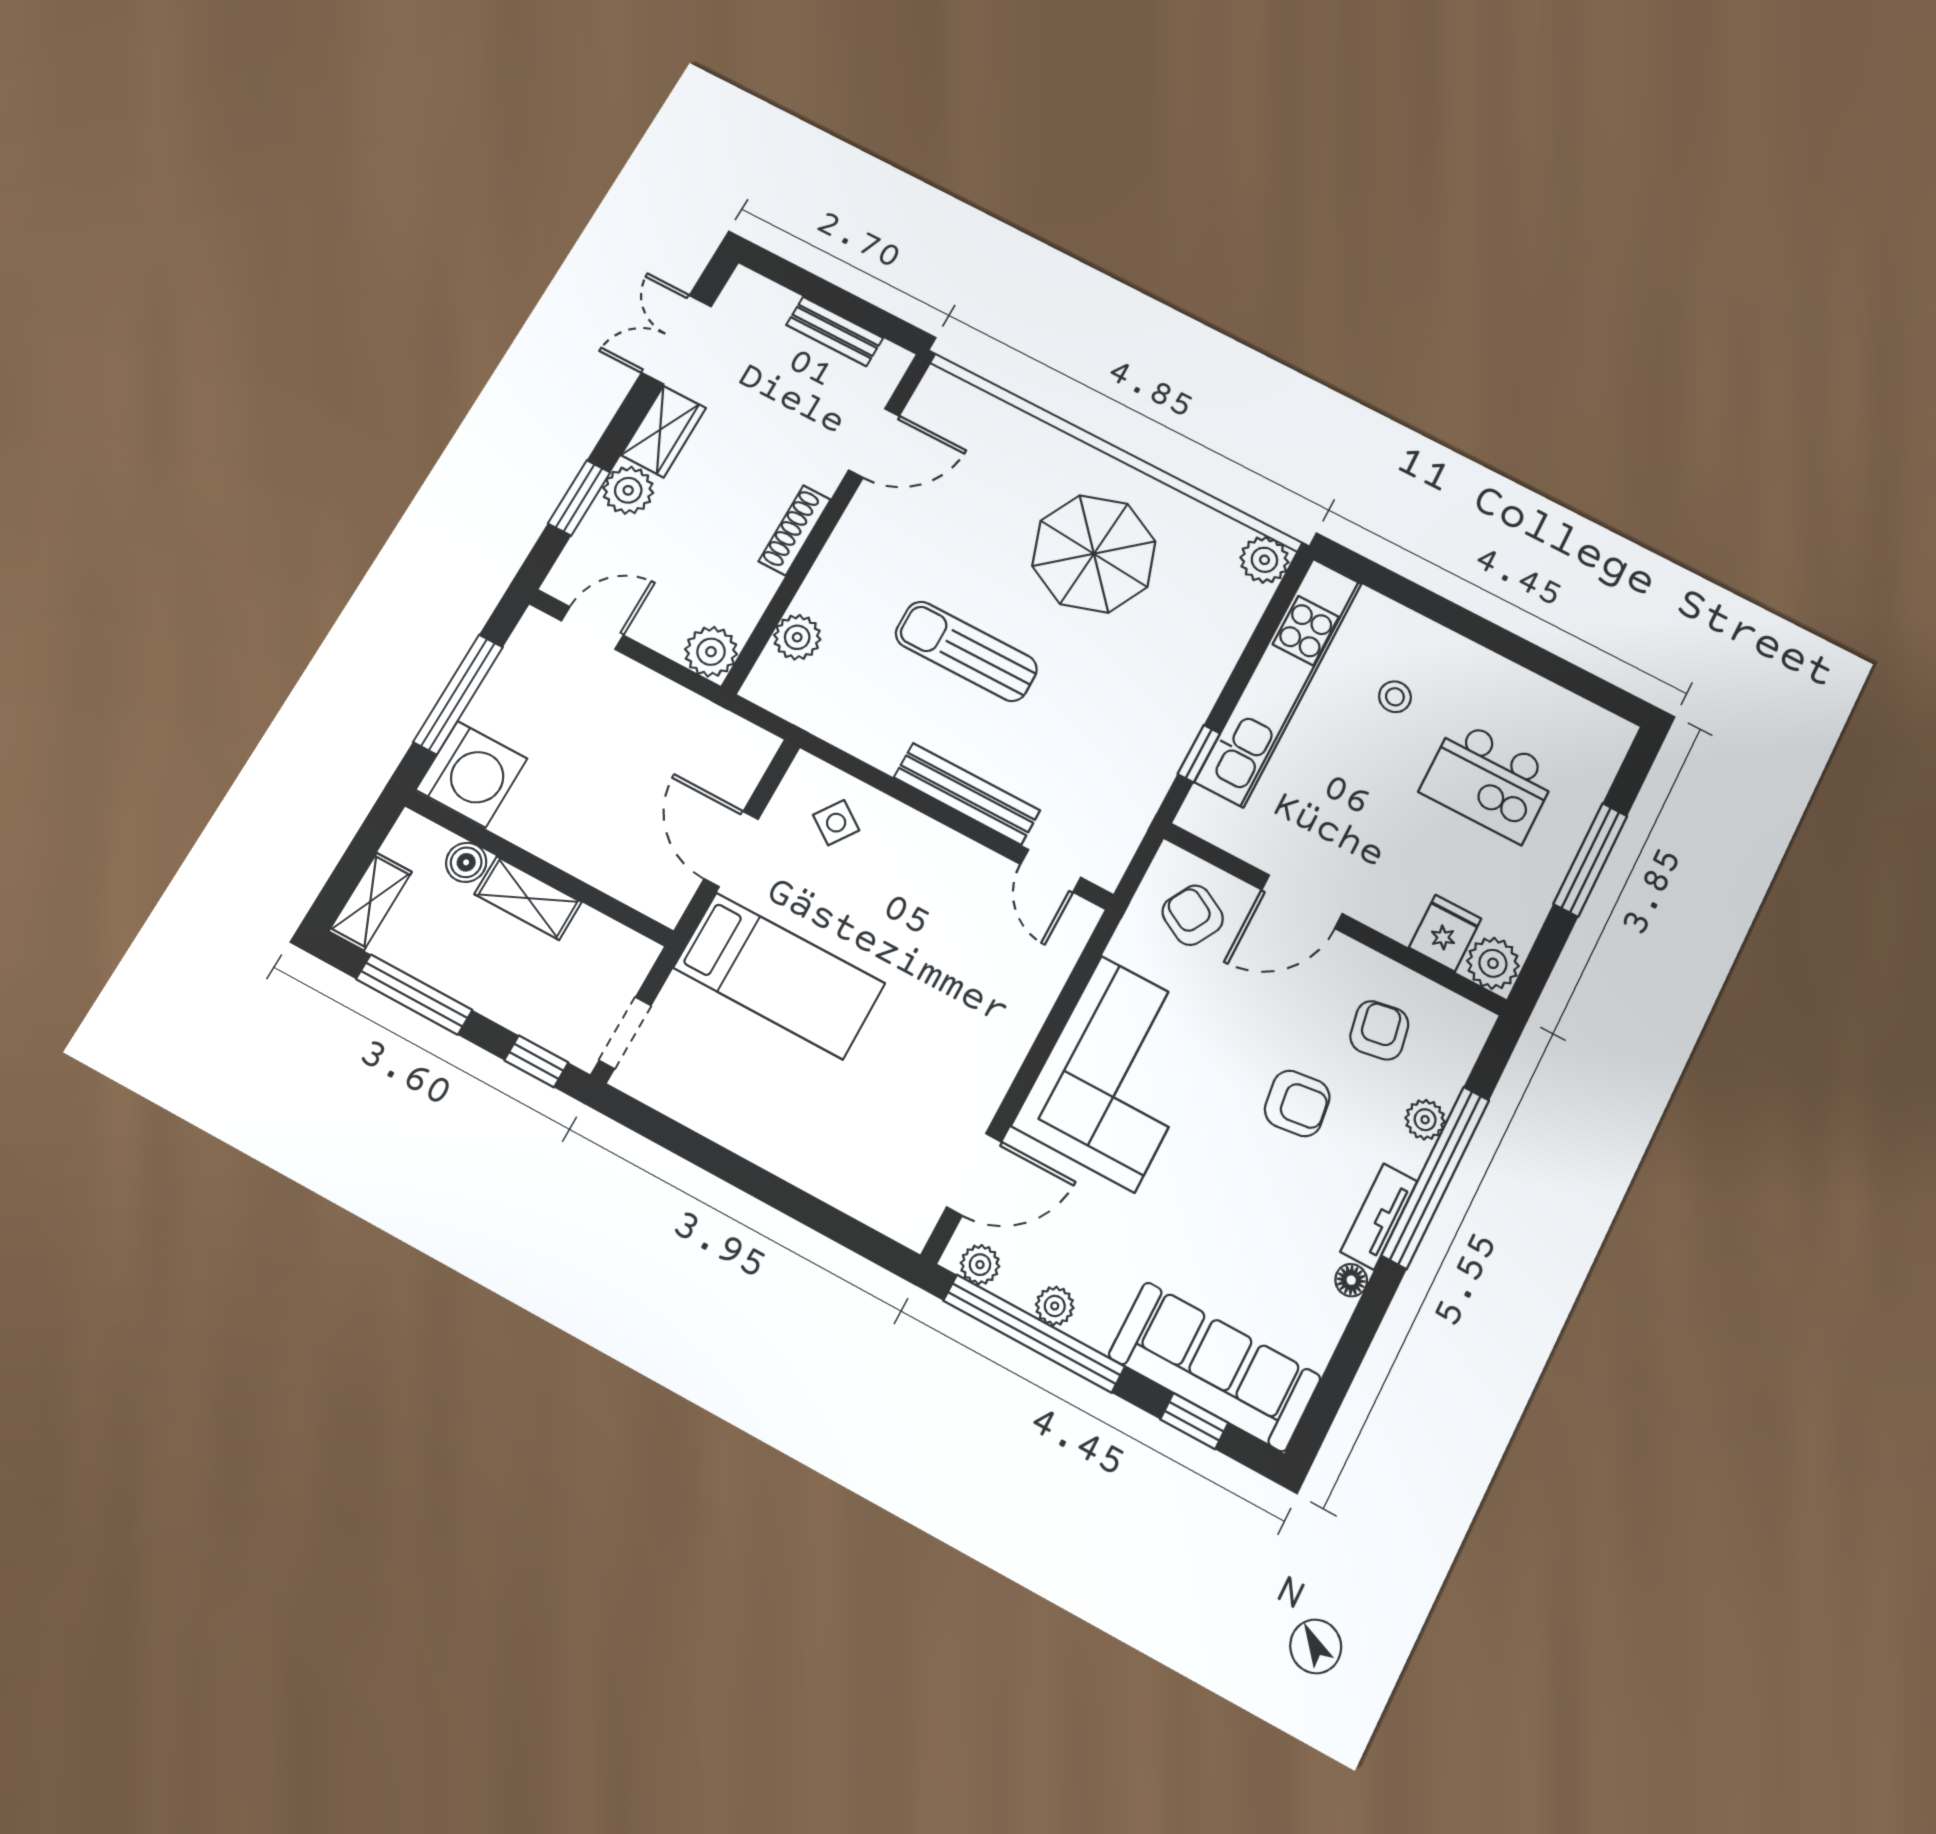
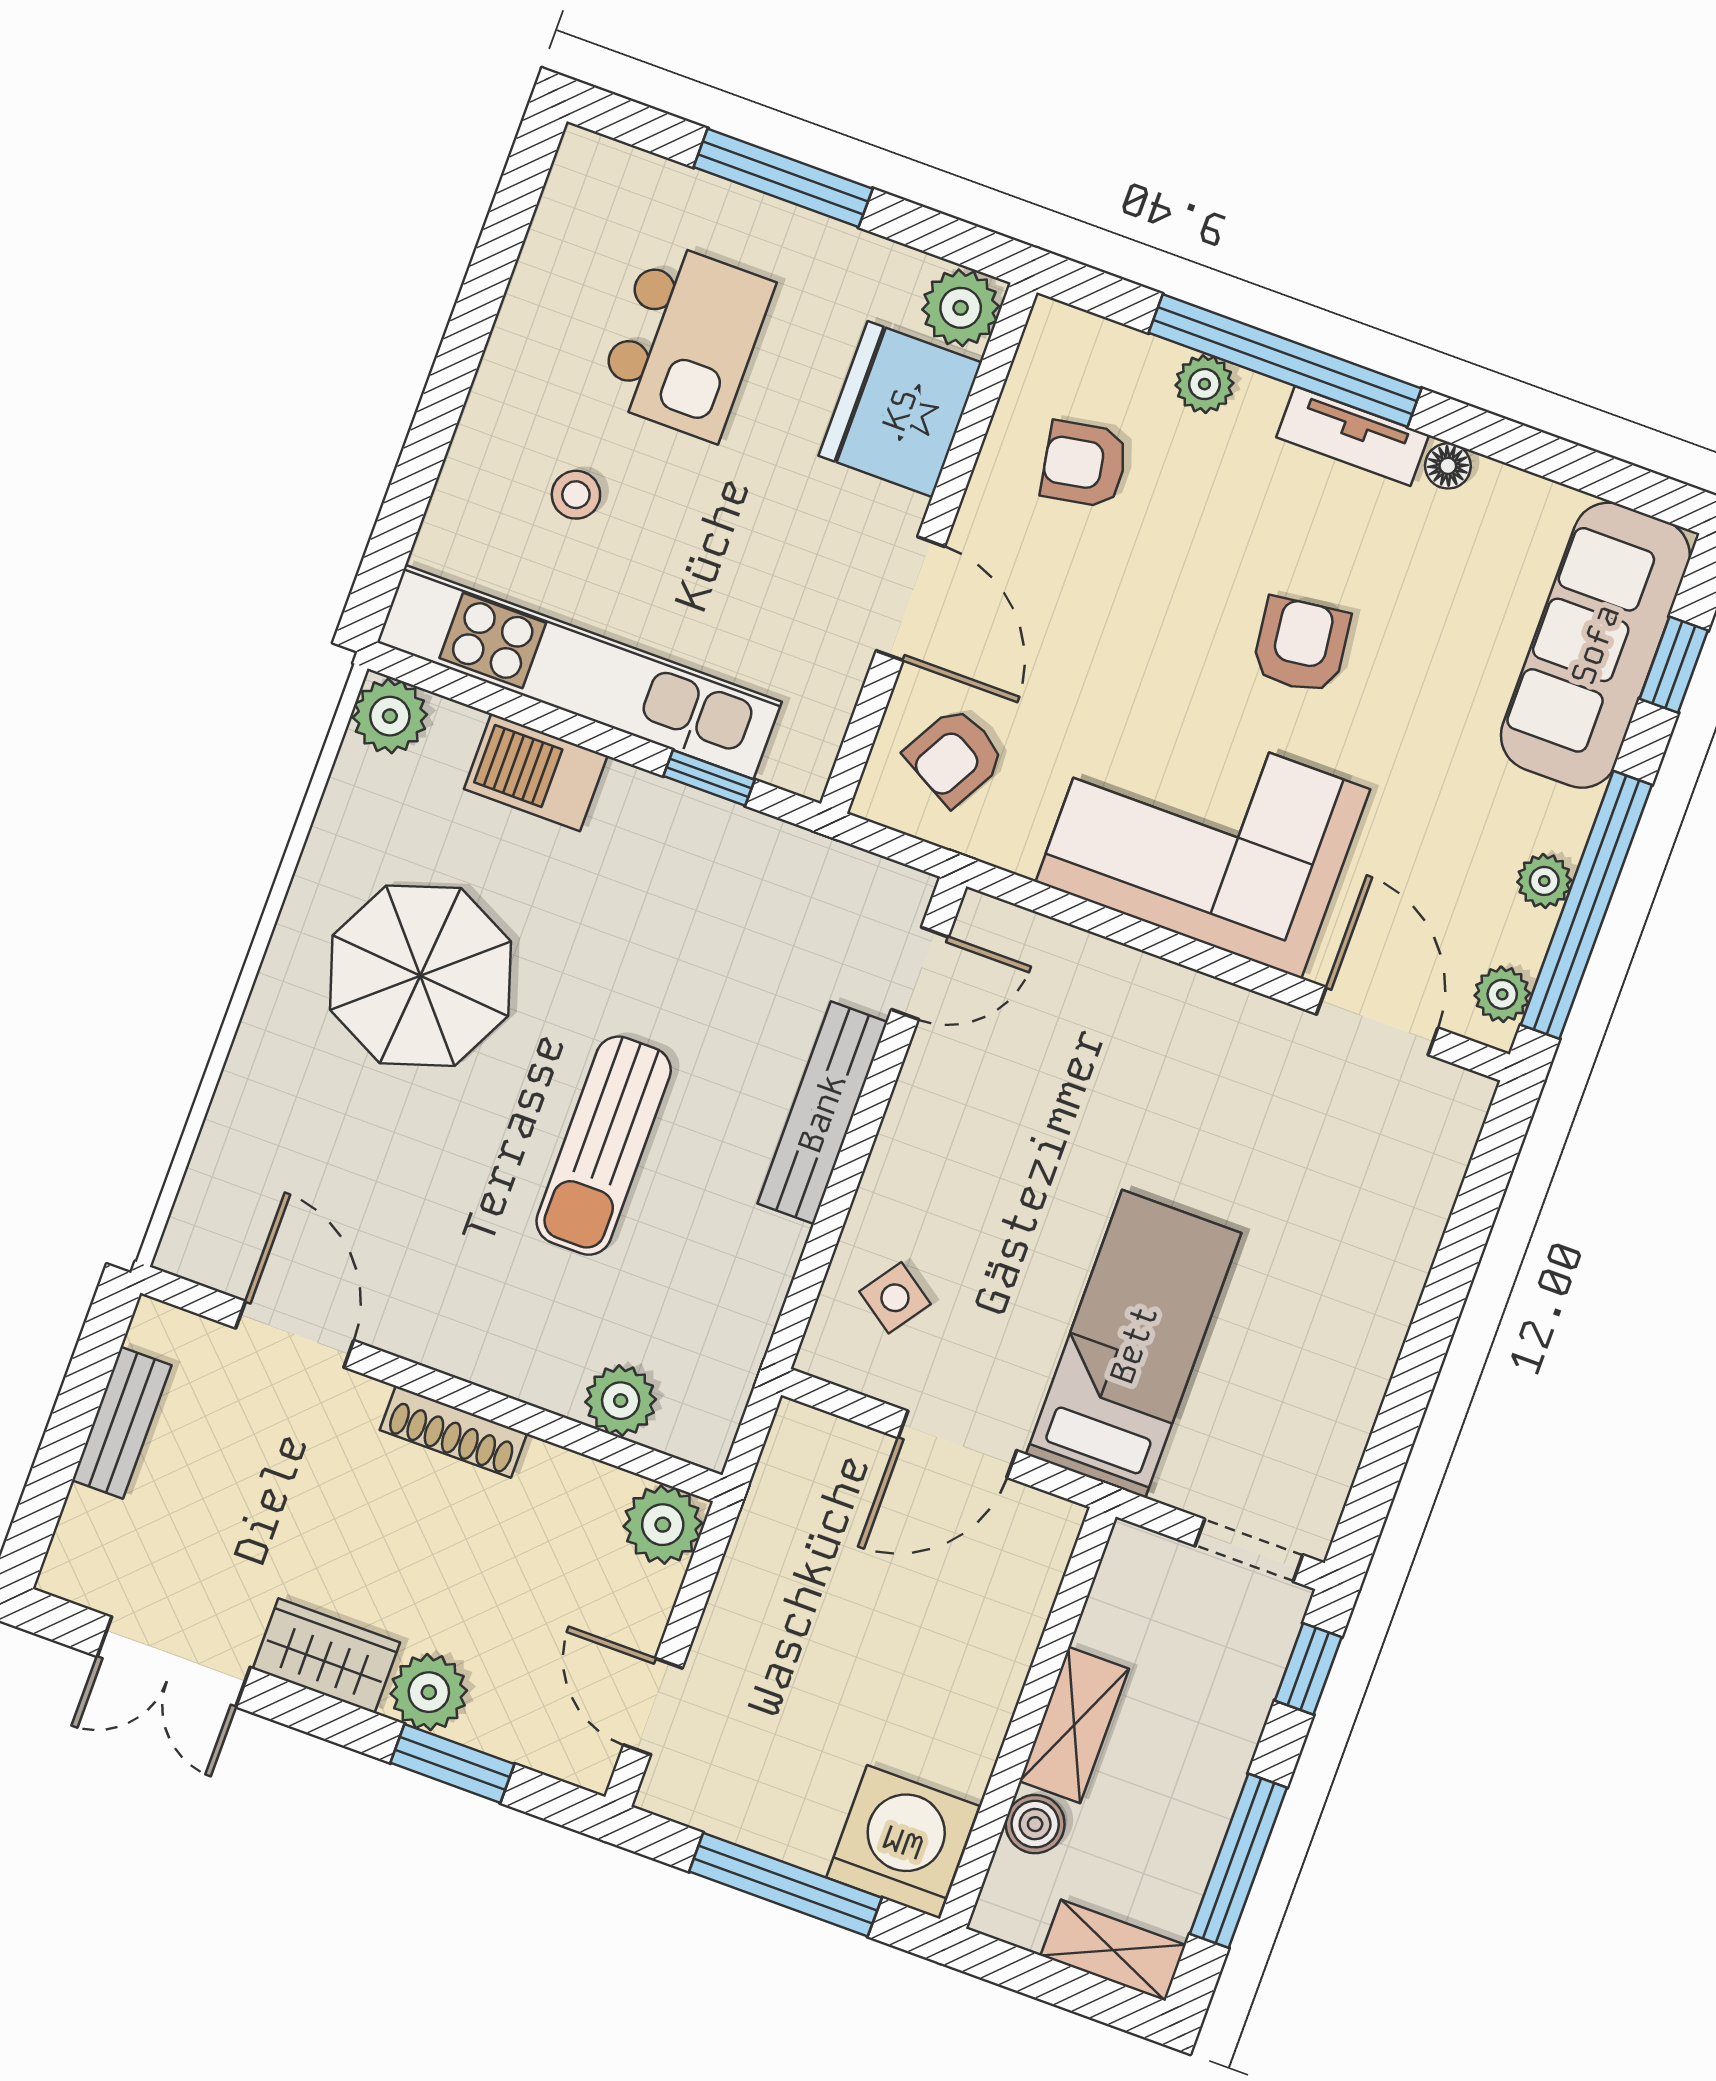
barbecue: (1217, 645) -> (536, 772), added
fridge: (1445, 933) -> (900, 409), width x1.88, depth x1.34
armchair: (1297, 1103) -> (1301, 645), moved

